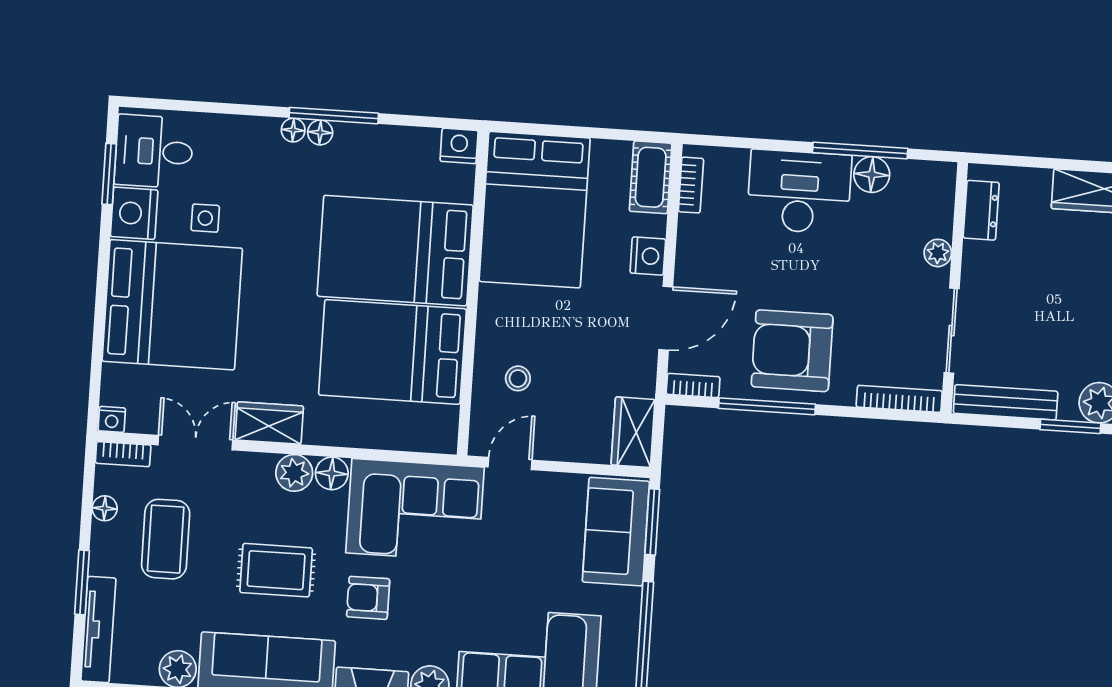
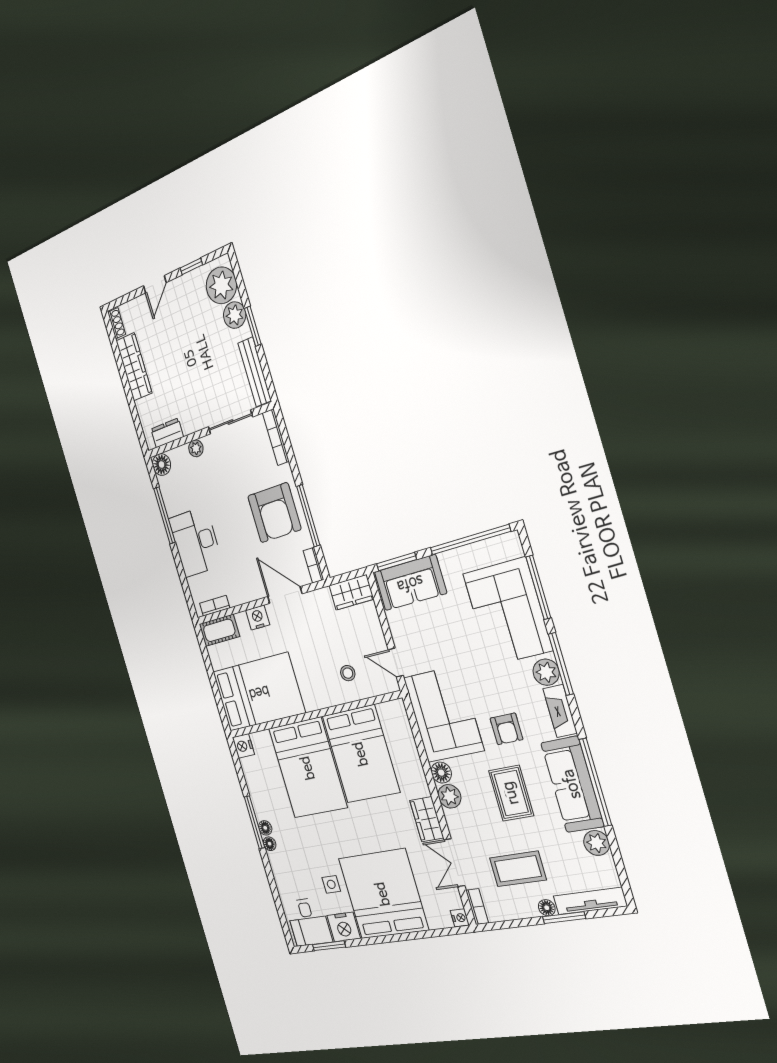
floor lamp: (872, 175) -> (162, 465), moved
floor lamp: (105, 508) -> (547, 908), moved

